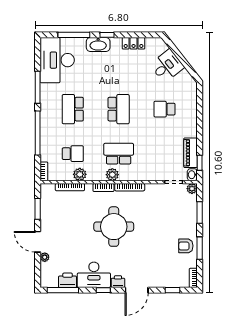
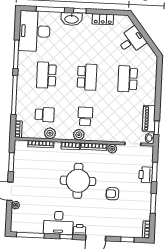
school desk: (165, 109) -> (128, 79), width x1.85
school desk: (119, 154) -> (85, 116), width x0.54
plant: (192, 189) -> (112, 149), moved
armchair: (186, 246) -> (112, 194), moved
printer: (68, 280) -> (146, 175), moved, turned -90

